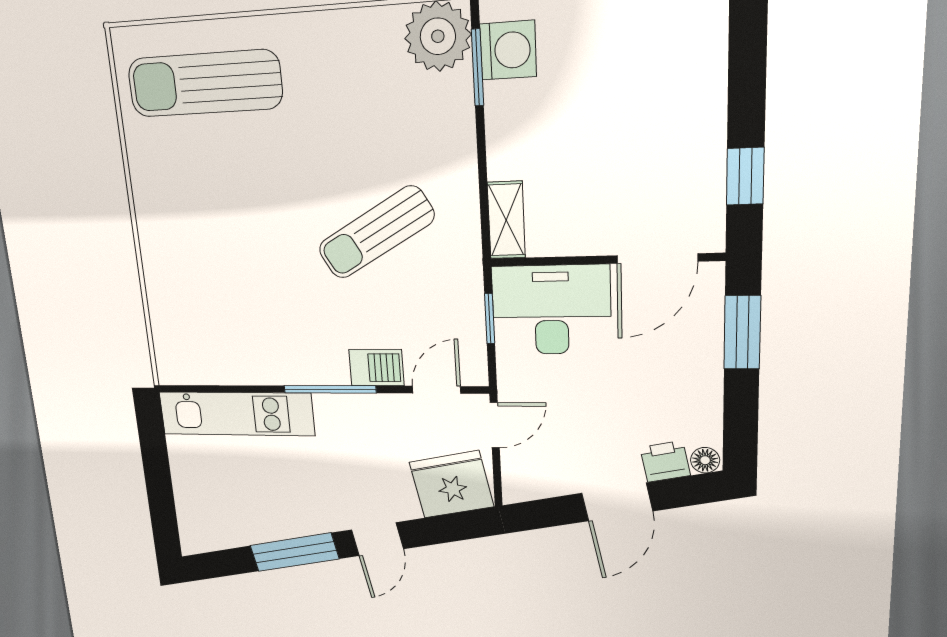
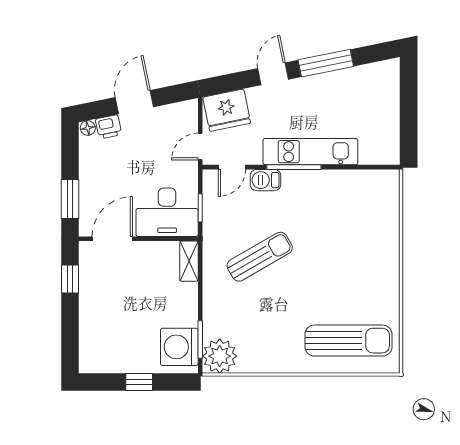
washing machine: (508, 50) -> (179, 347), width x1.37, depth x1.37
kitchen unit: (236, 414) -> (310, 152), moved

